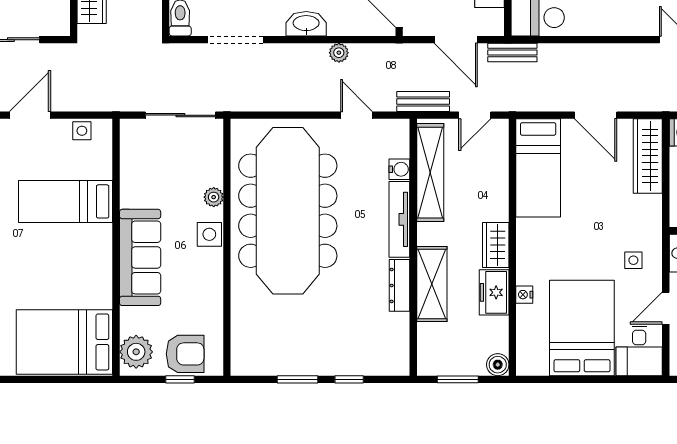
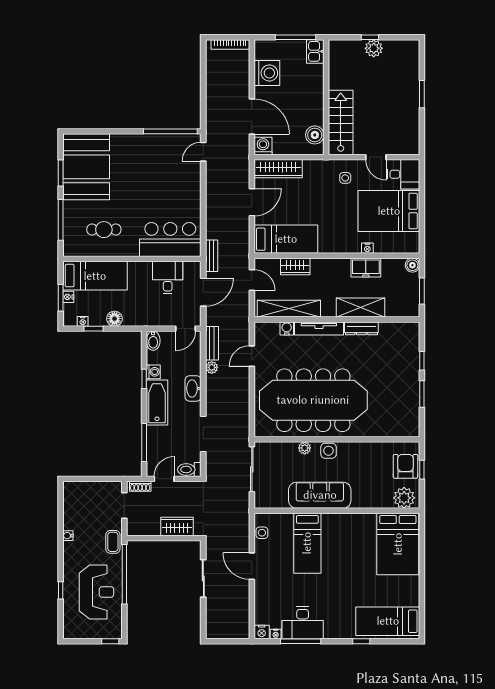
bench: (423, 102) -> (212, 343), moved
wardrobe: (496, 245) -> (295, 267), moved
sofa: (140, 257) -> (320, 495), moved

